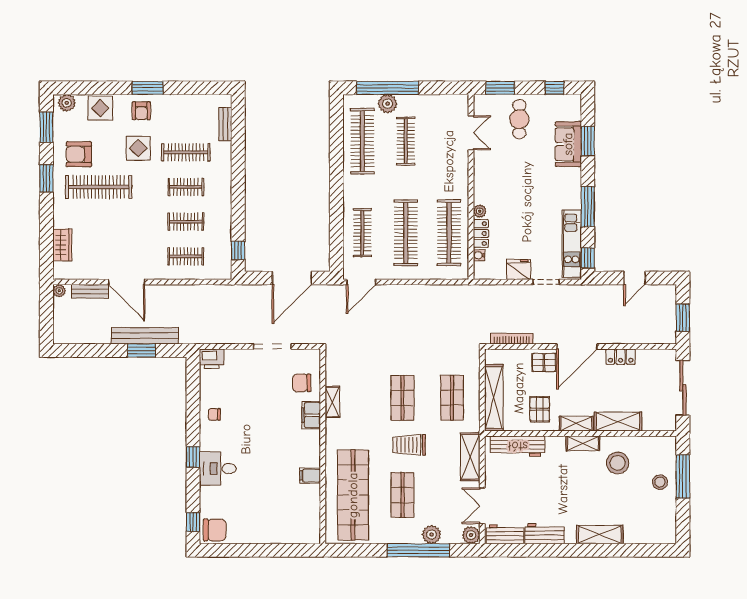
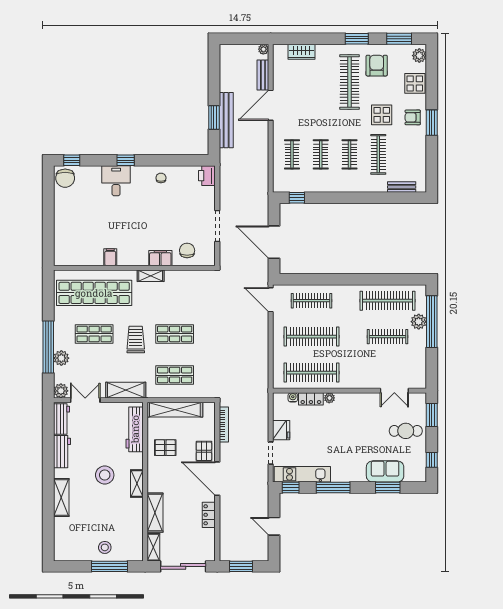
shelving: (332, 402) -> (151, 276), moved
shelving: (576, 424) -> (153, 547), moved
stool: (618, 463) -> (105, 475), moved

